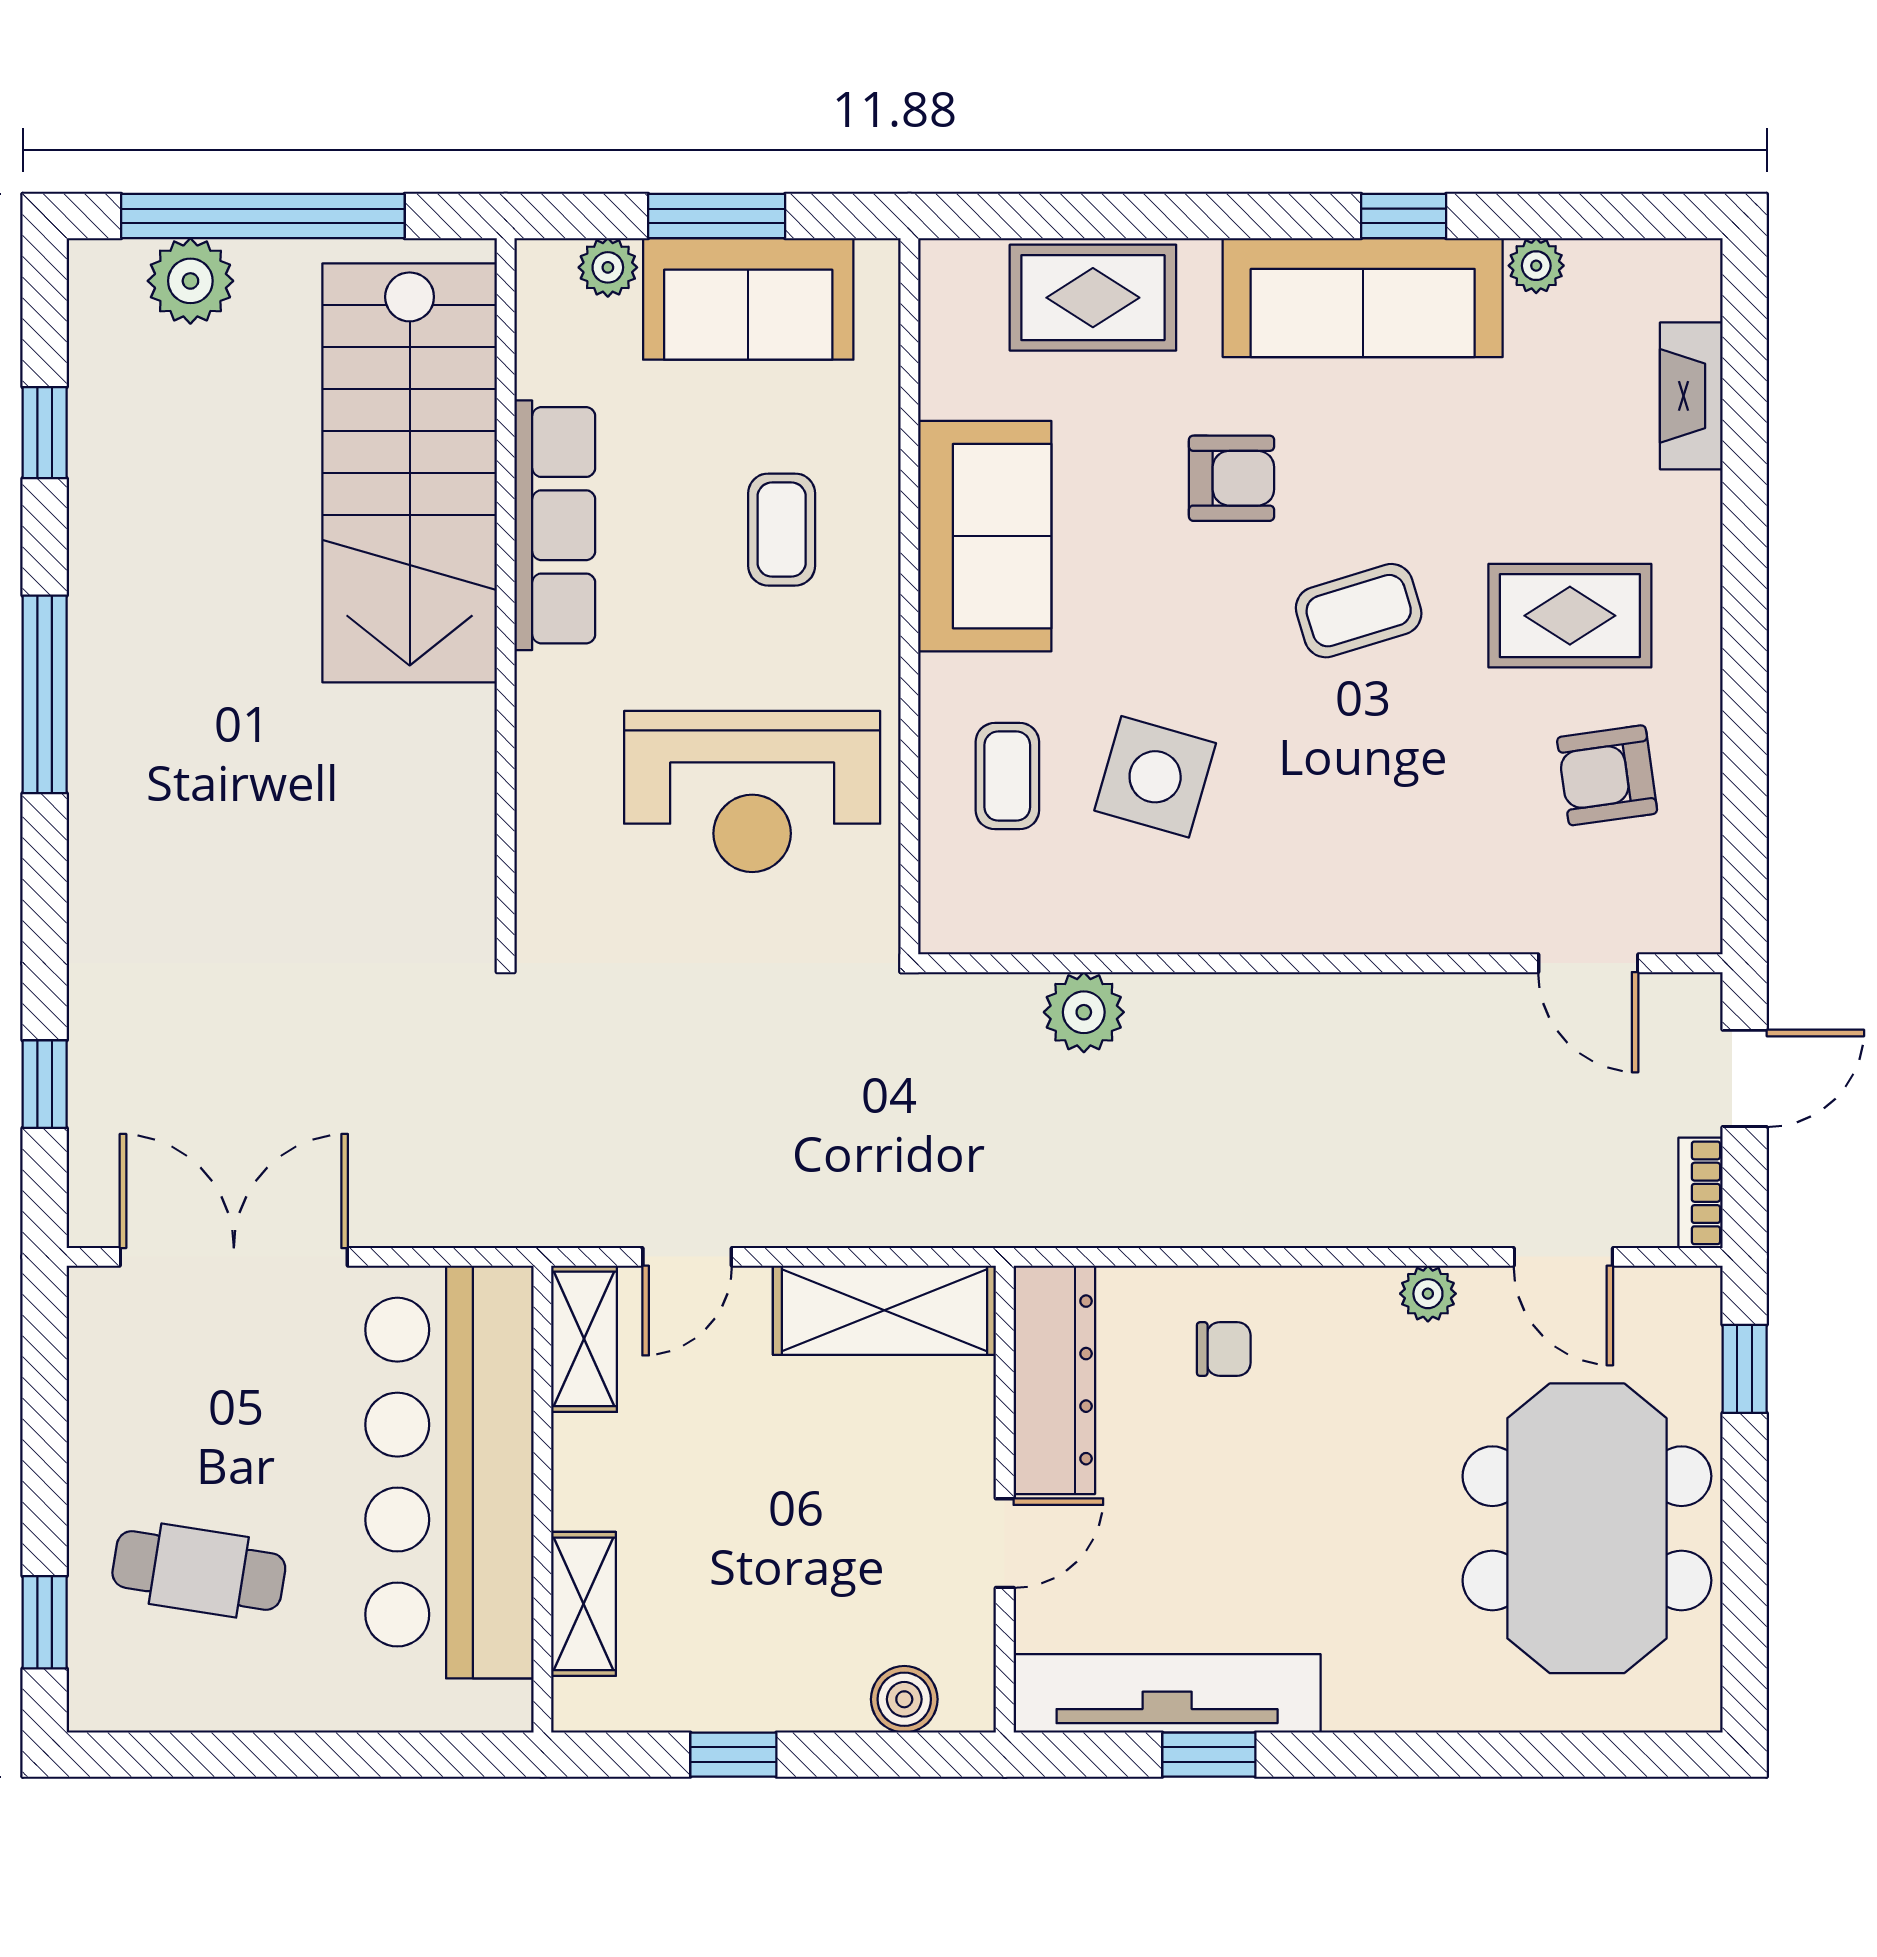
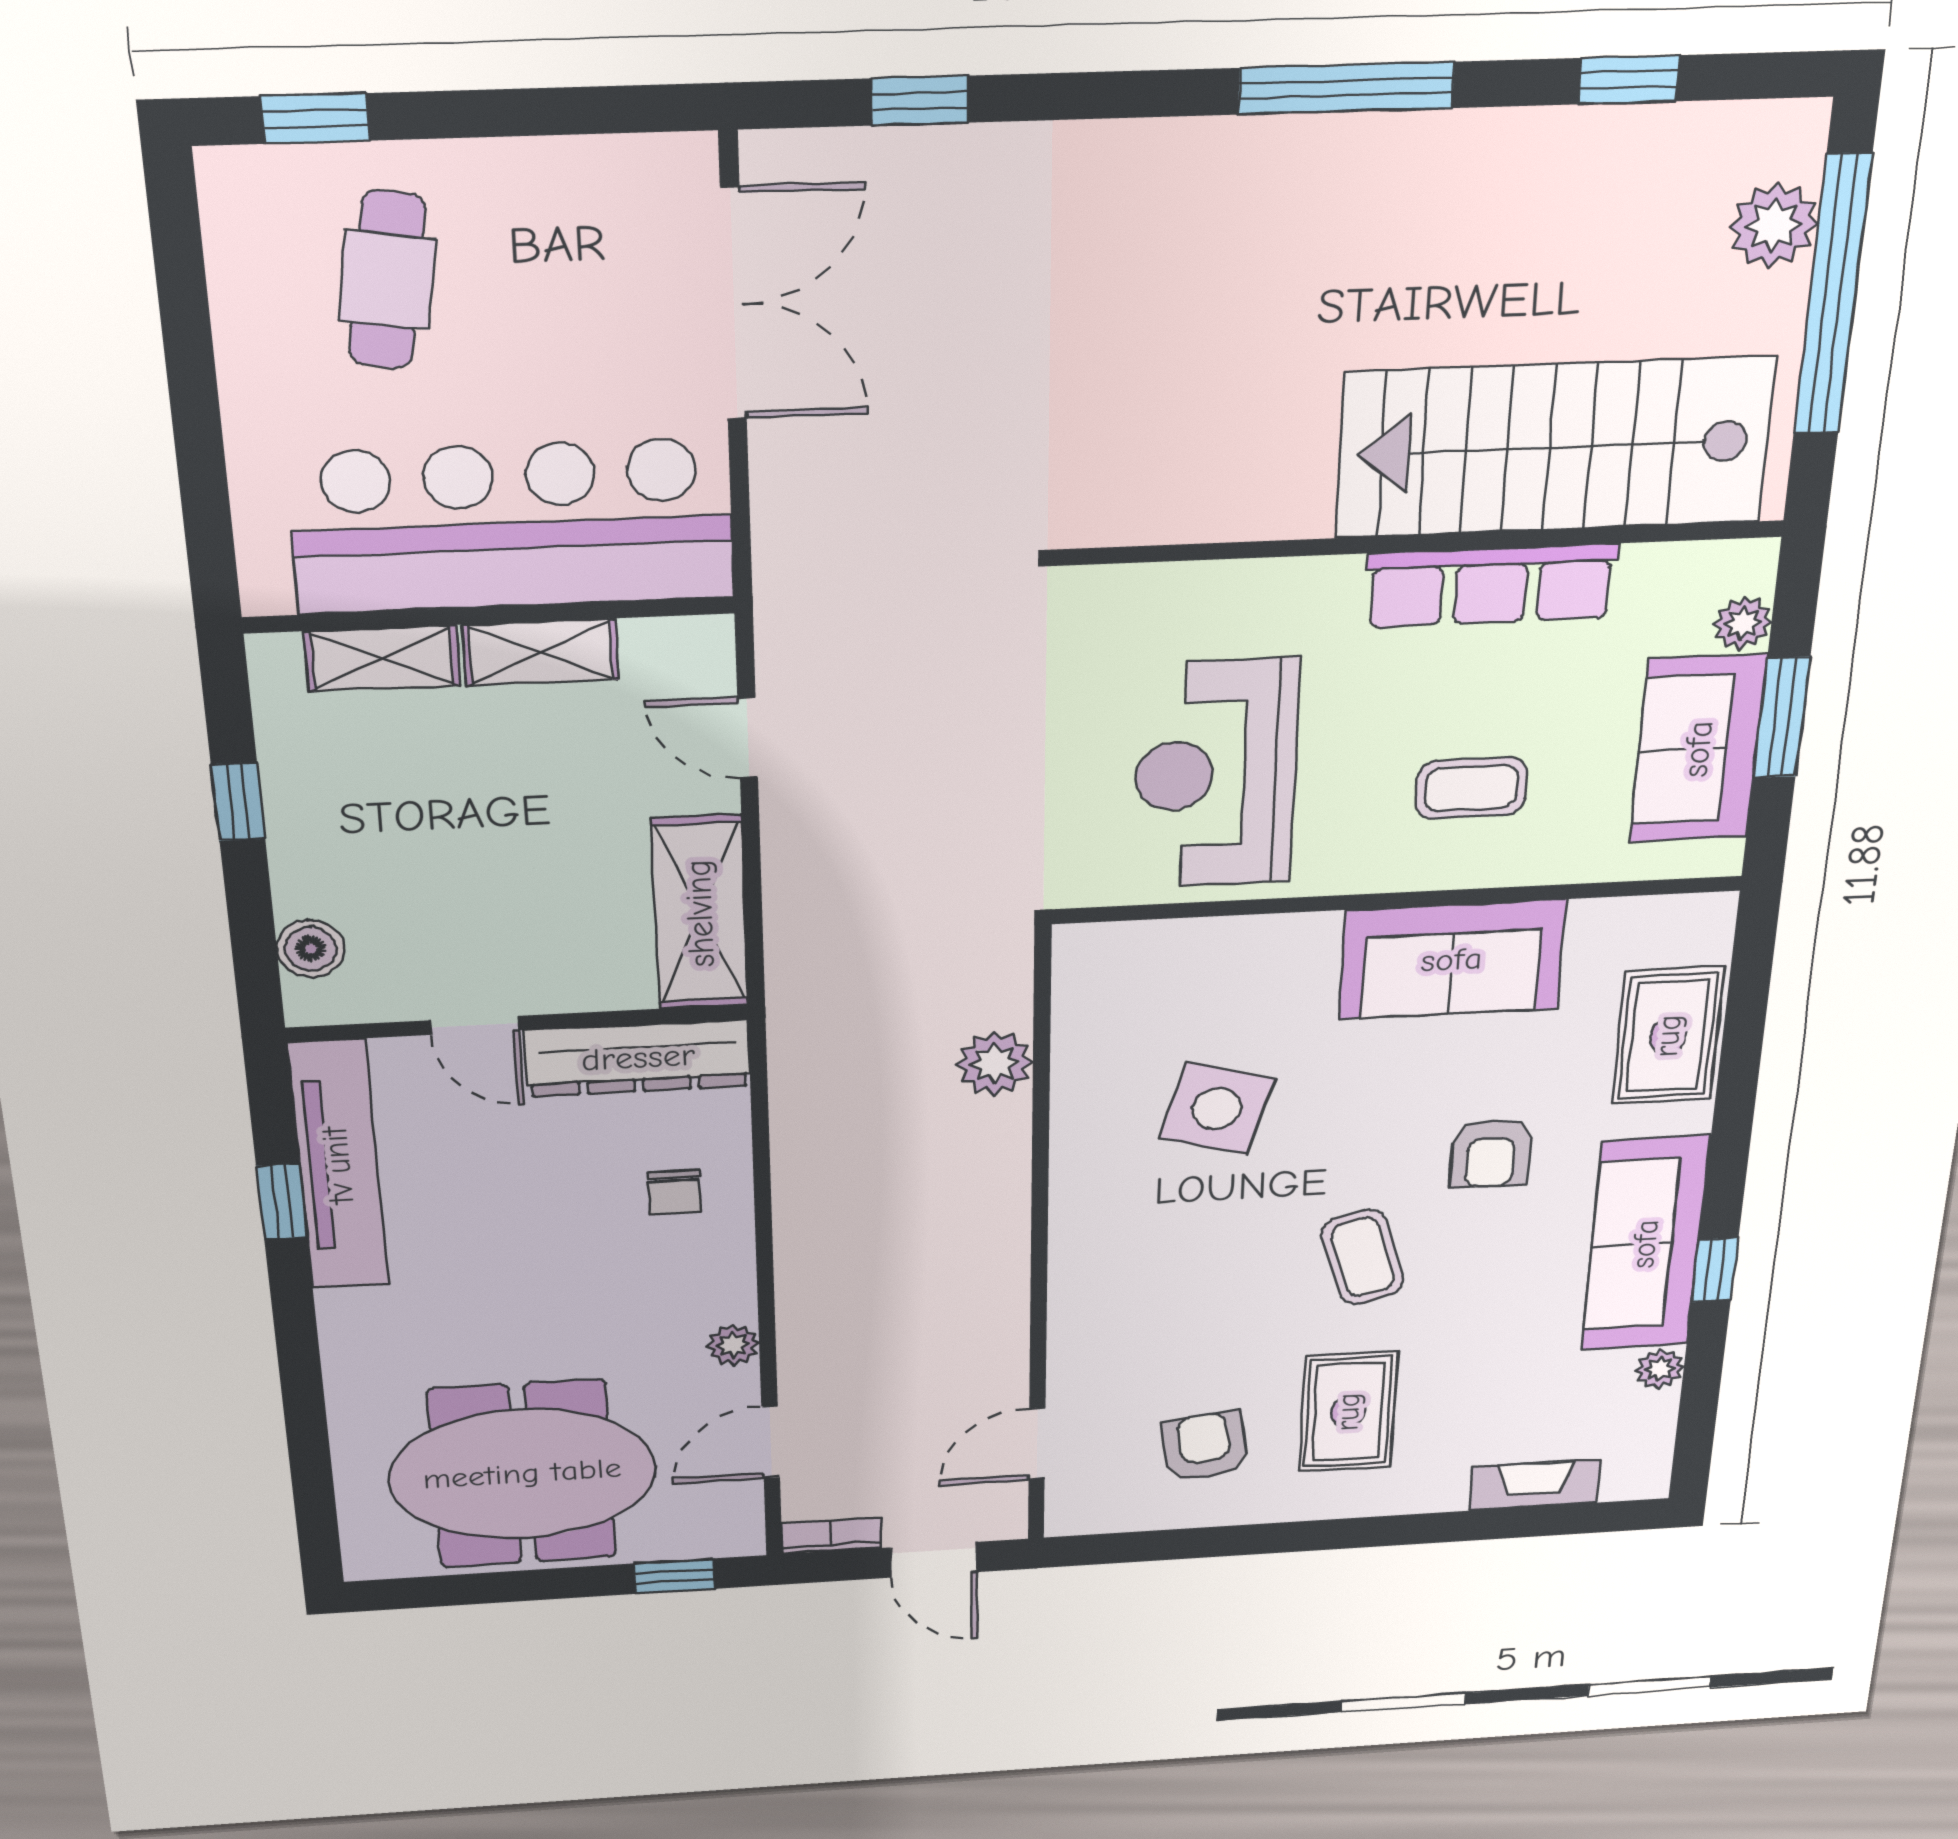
coffee table: (1007, 776) -> (1222, 990), removed
shelving: (584, 1339) -> (541, 652), moved

